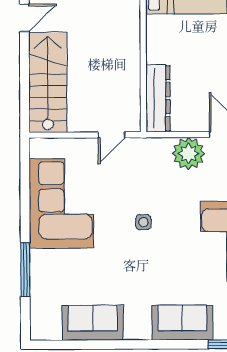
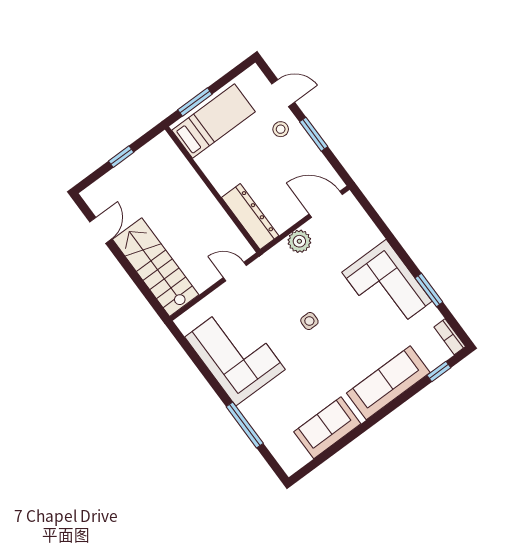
door: (111, 135) -> (235, 272), swing flipped
plant: (188, 154) -> (299, 241), width x0.73, depth x0.73
sofa: (182, 322) -> (388, 383), width x1.36

